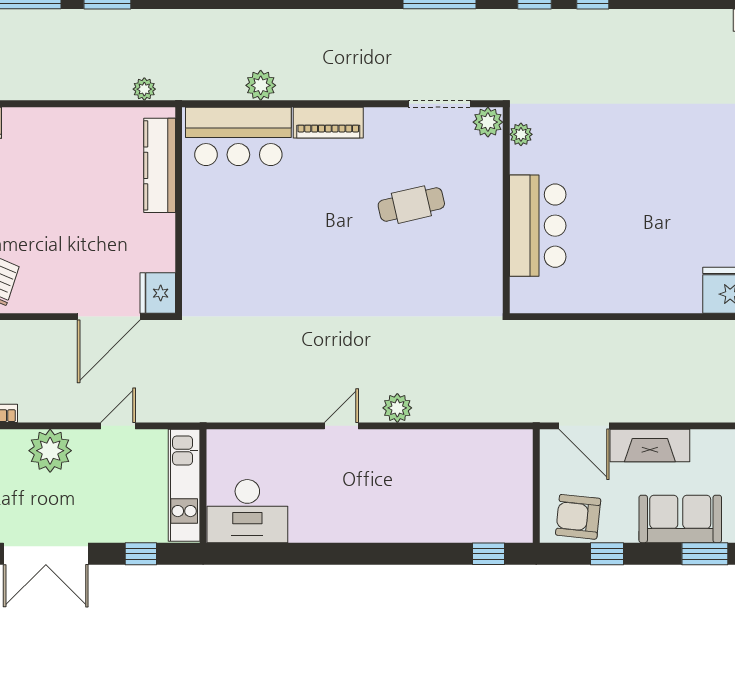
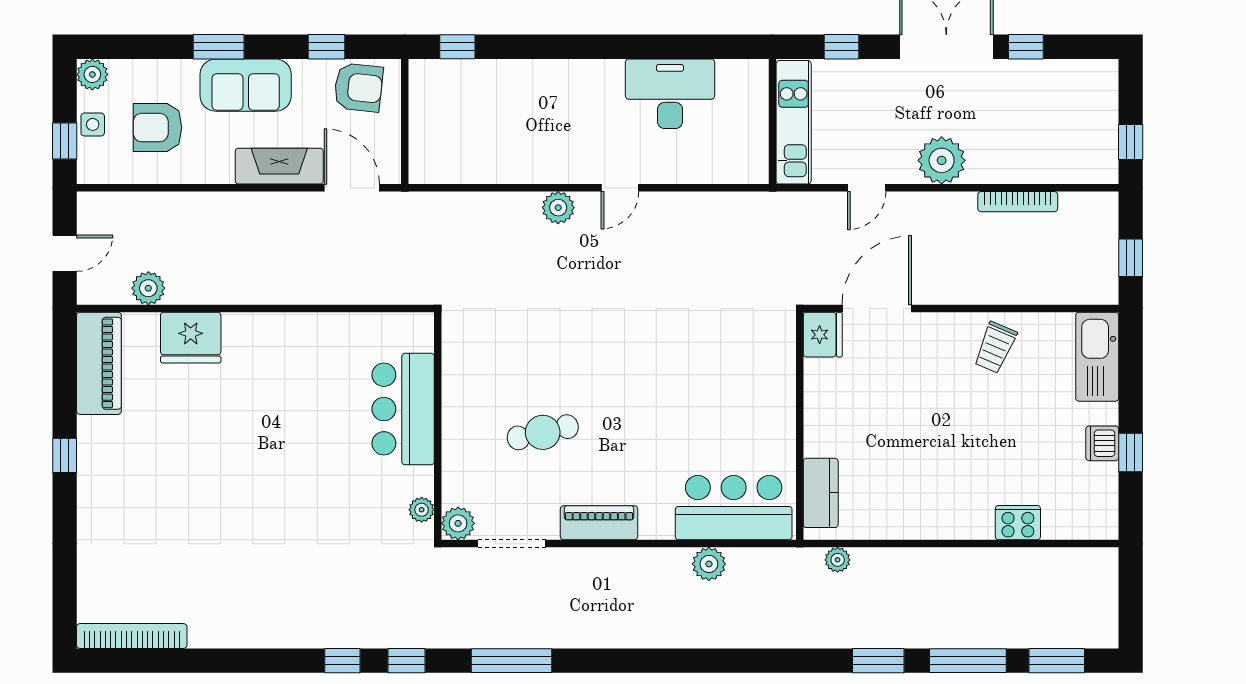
piano: (328, 123) -> (599, 523), moved
kitchen counter: (160, 165) -> (821, 493), width x0.67
desk: (247, 511) -> (670, 94), moved

